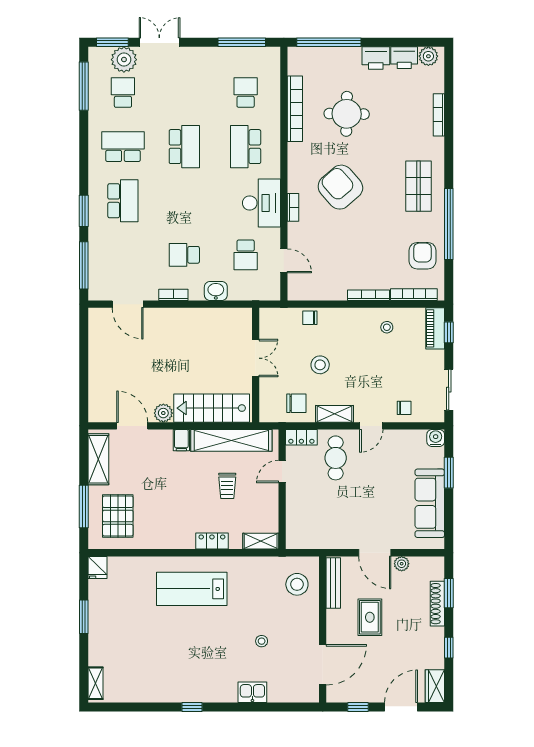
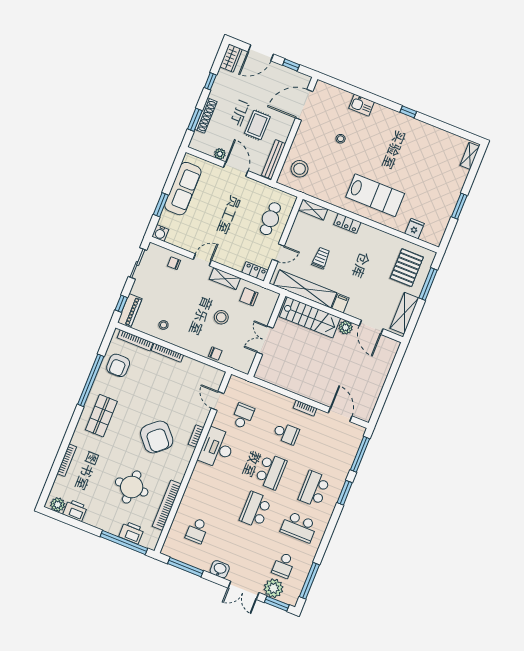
printer: (376, 58) -> (131, 533), moved
school desk: (246, 147) -> (271, 471), moved
washbasin: (216, 291) -> (220, 569), moved, turned 180
cafe table: (336, 458) -> (270, 219), moved
fridge: (98, 567) -> (415, 229), moved

